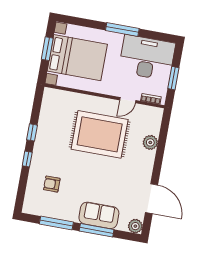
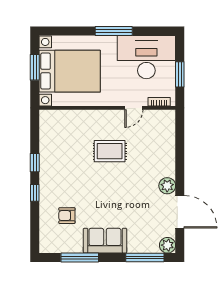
rug: (100, 134) -> (110, 151), width x0.54, depth x0.49
plant: (150, 142) -> (167, 186), moved
sofa: (99, 215) -> (105, 241), moved
window: (97, 230) -> (145, 258), moved

